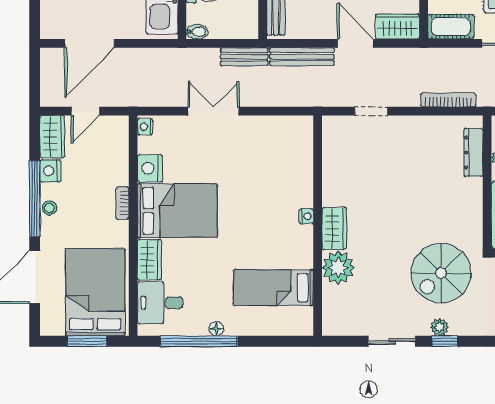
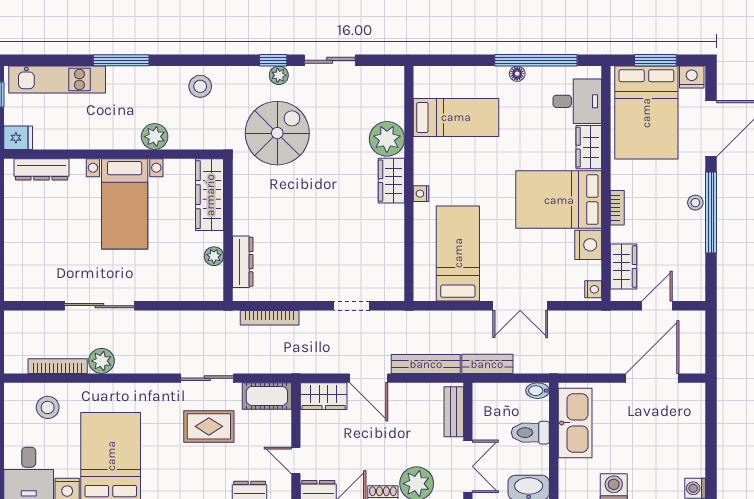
wardrobe: (52, 137) -> (623, 267), moved, turned 180
bed: (272, 160) -> (458, 253), added
nightstand: (50, 171) -> (692, 77), moved, turned -90

